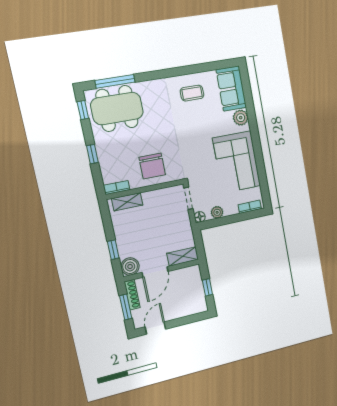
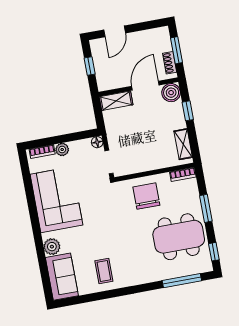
coffee table: (192, 93) -> (104, 271), turned 90
dining table: (117, 109) -> (179, 237), moved
window: (92, 154) -> (206, 208), width x1.50
shelving: (127, 202) -> (183, 144), moved, turned 90
plant: (217, 212) -> (62, 149), moved
shoe rack: (132, 295) -> (170, 63), width x0.70
door: (155, 328) -> (115, 31), moved

